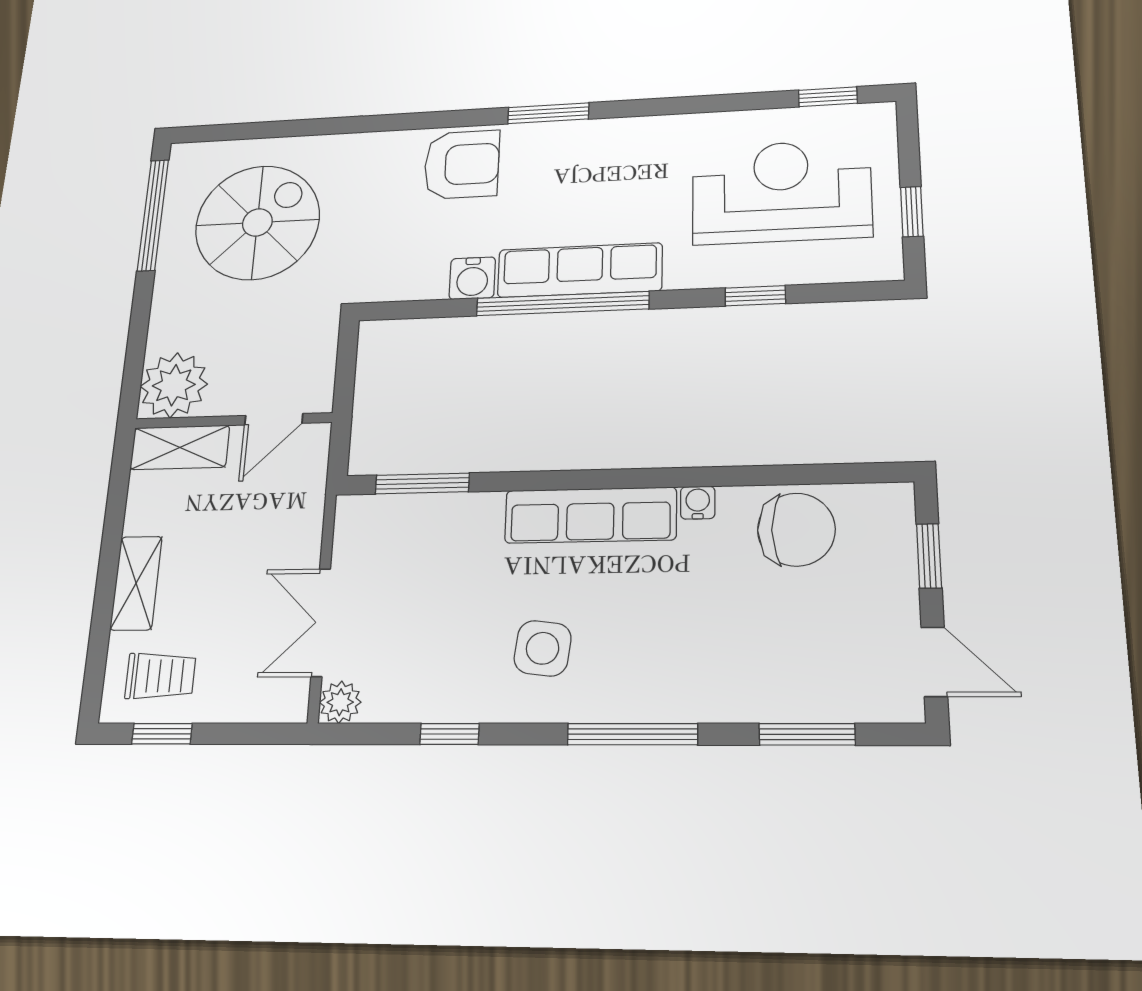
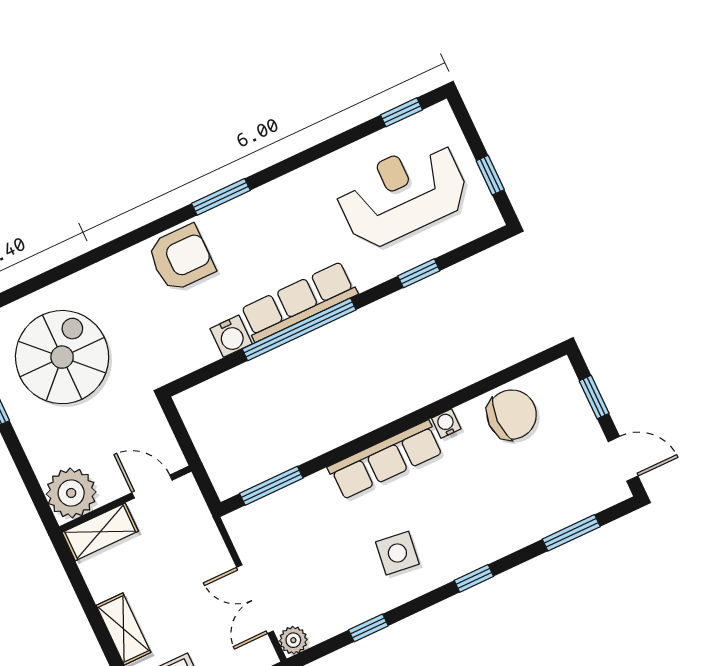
door: (274, 419) -> (152, 487), swing flipped
window: (632, 734) -> (474, 578), width x0.46

